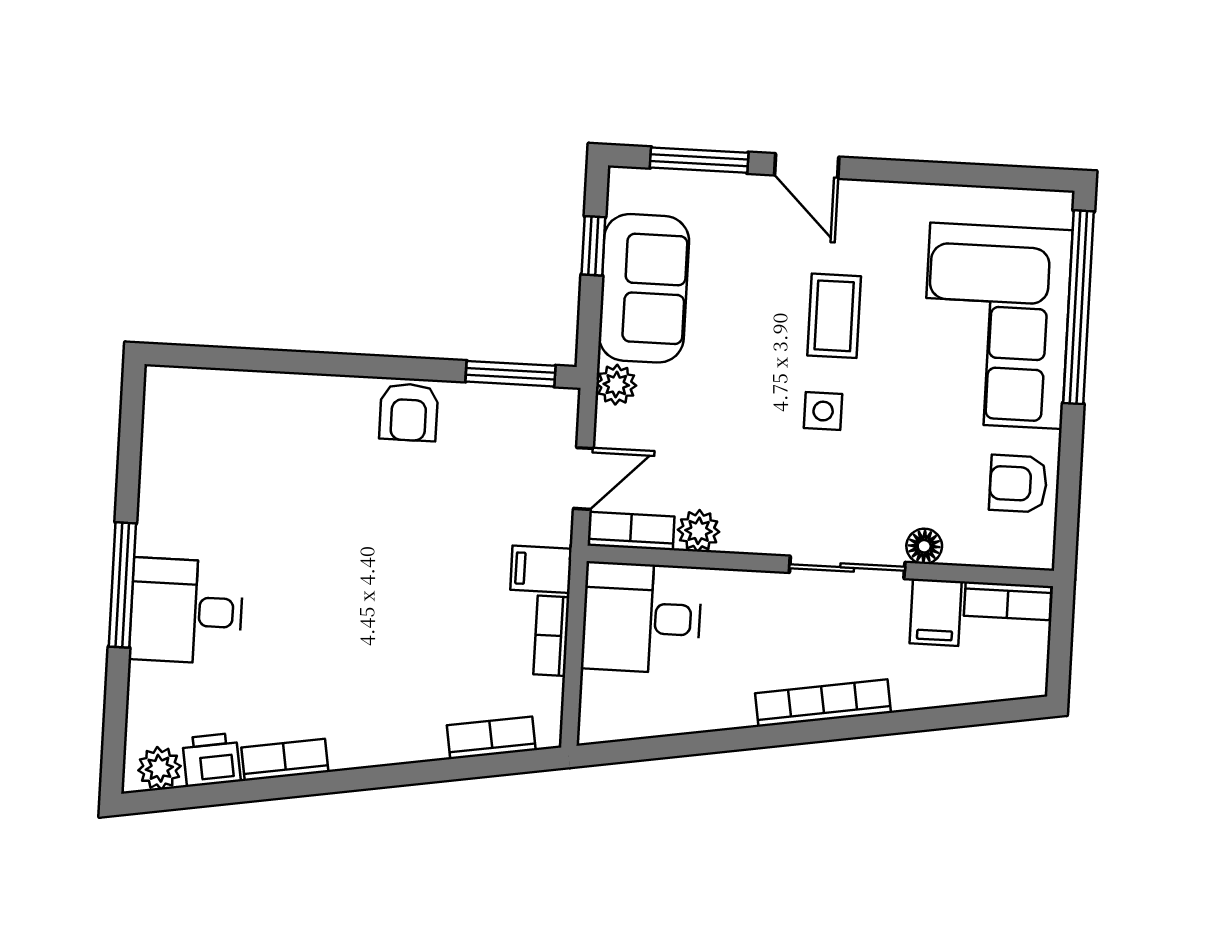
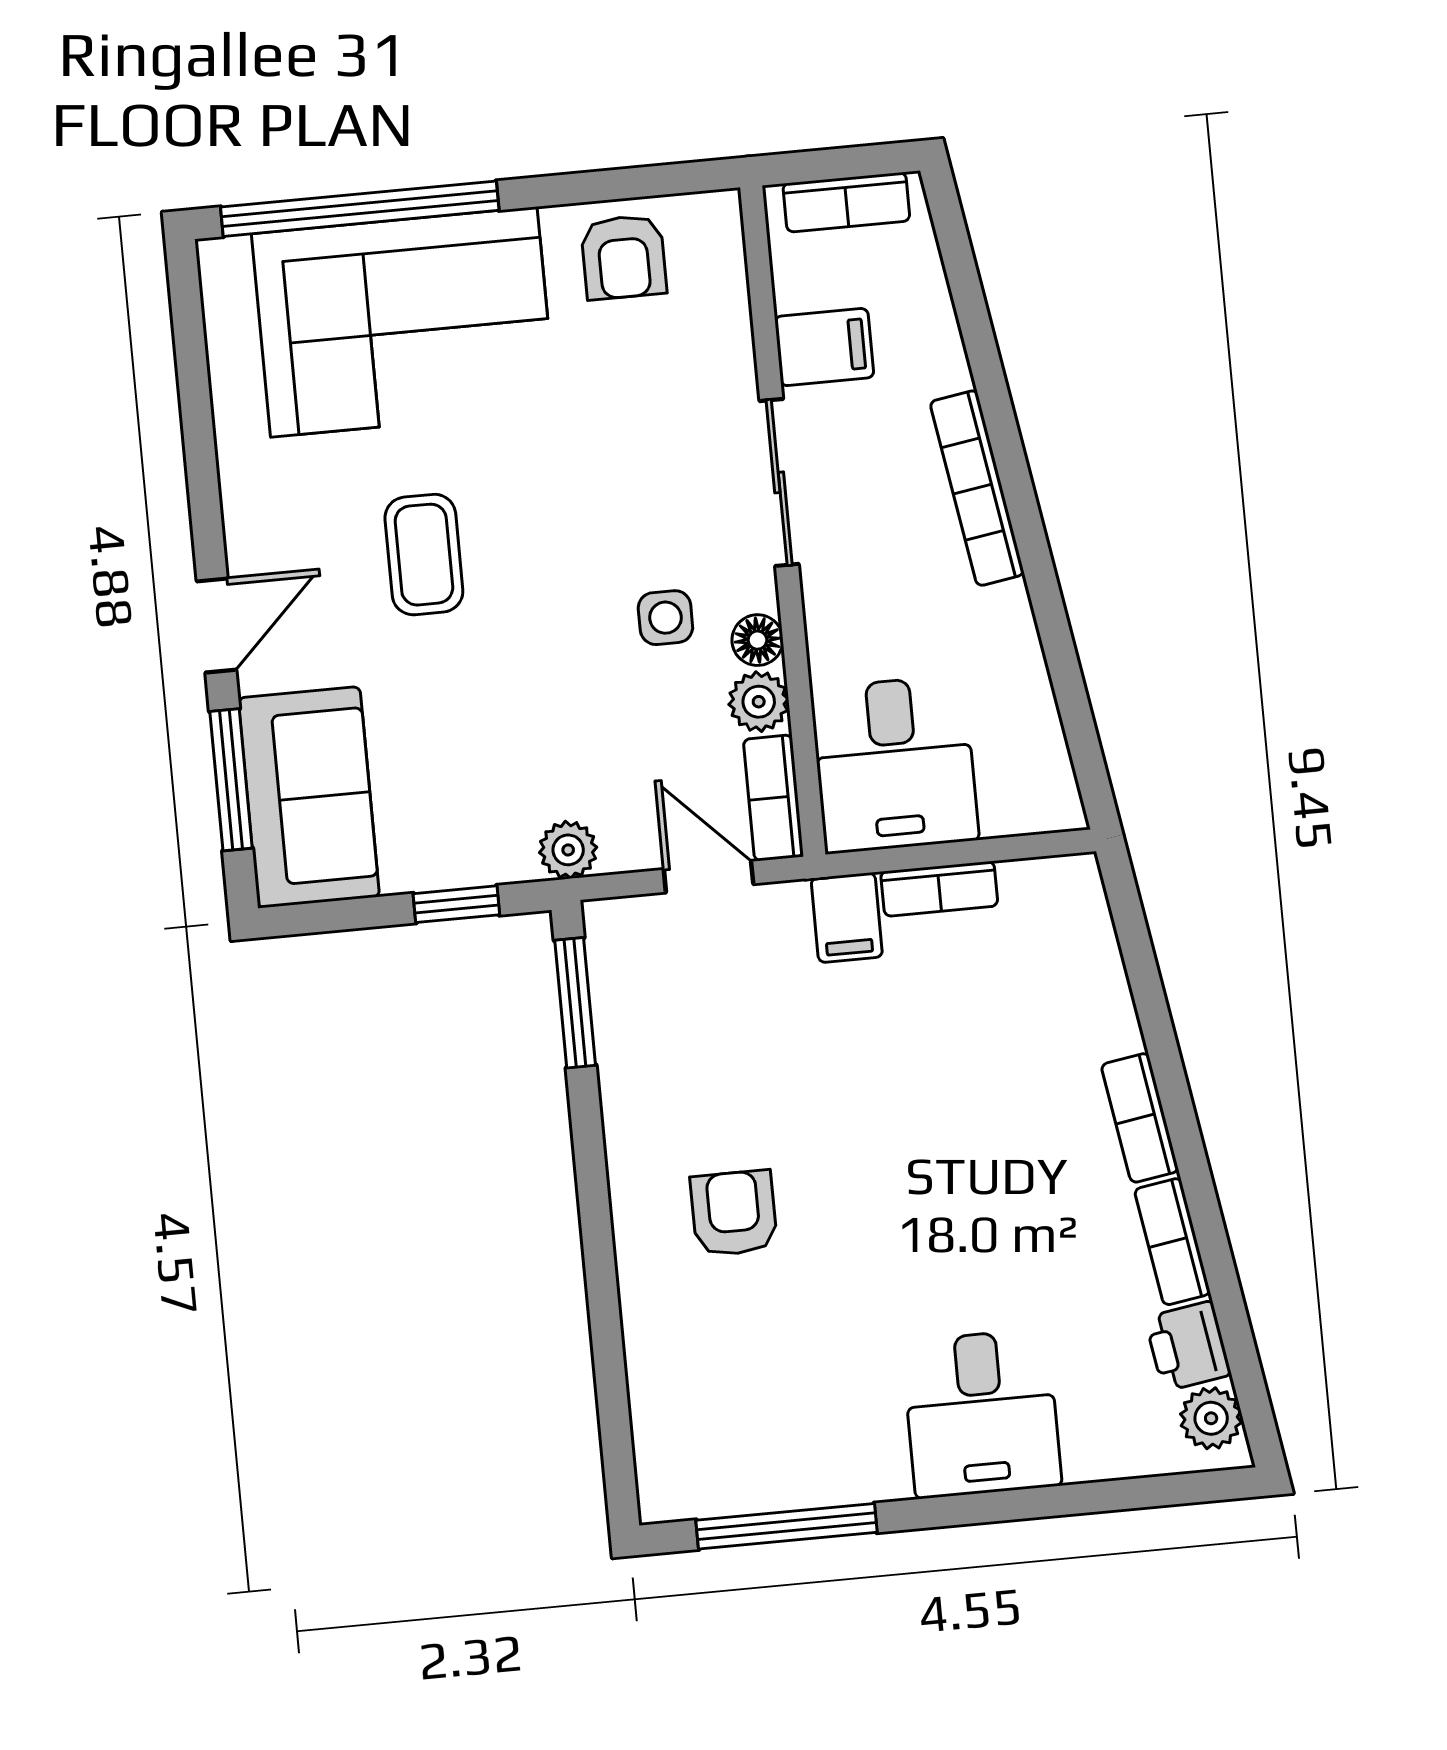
window: (593, 246) -> (456, 904), moved
sofa: (644, 288) -> (309, 797), moved, turned 90
coffee table: (834, 316) -> (424, 555), turned 90
side table: (823, 411) -> (665, 618), moved
armchair: (409, 412) -> (734, 1213), moved, turned -90
floor lamp: (924, 546) -> (757, 640), moved
window: (122, 585) -> (786, 1526), moved
bookcase: (1008, 601) -> (846, 202), moved, turned 90
bookcase: (491, 738) -> (1140, 1118), moved

